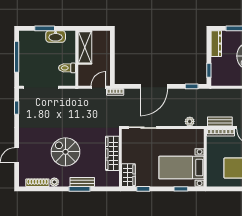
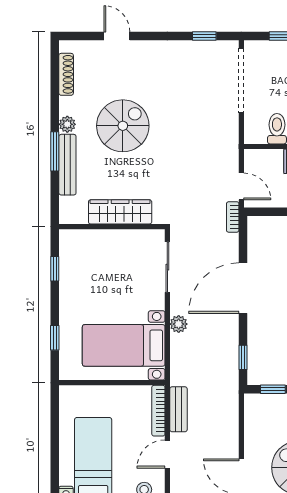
door: (154, 86) -> (243, 288), hinge flipped
plant: (190, 121) -> (179, 324), moved
bed with nightstands: (182, 168) -> (124, 345), moved, turned -90
wardrobe: (128, 175) -> (80, 241), removed
plant: (54, 182) -> (67, 124), moved
bench: (82, 182) -> (67, 165), width x1.36

